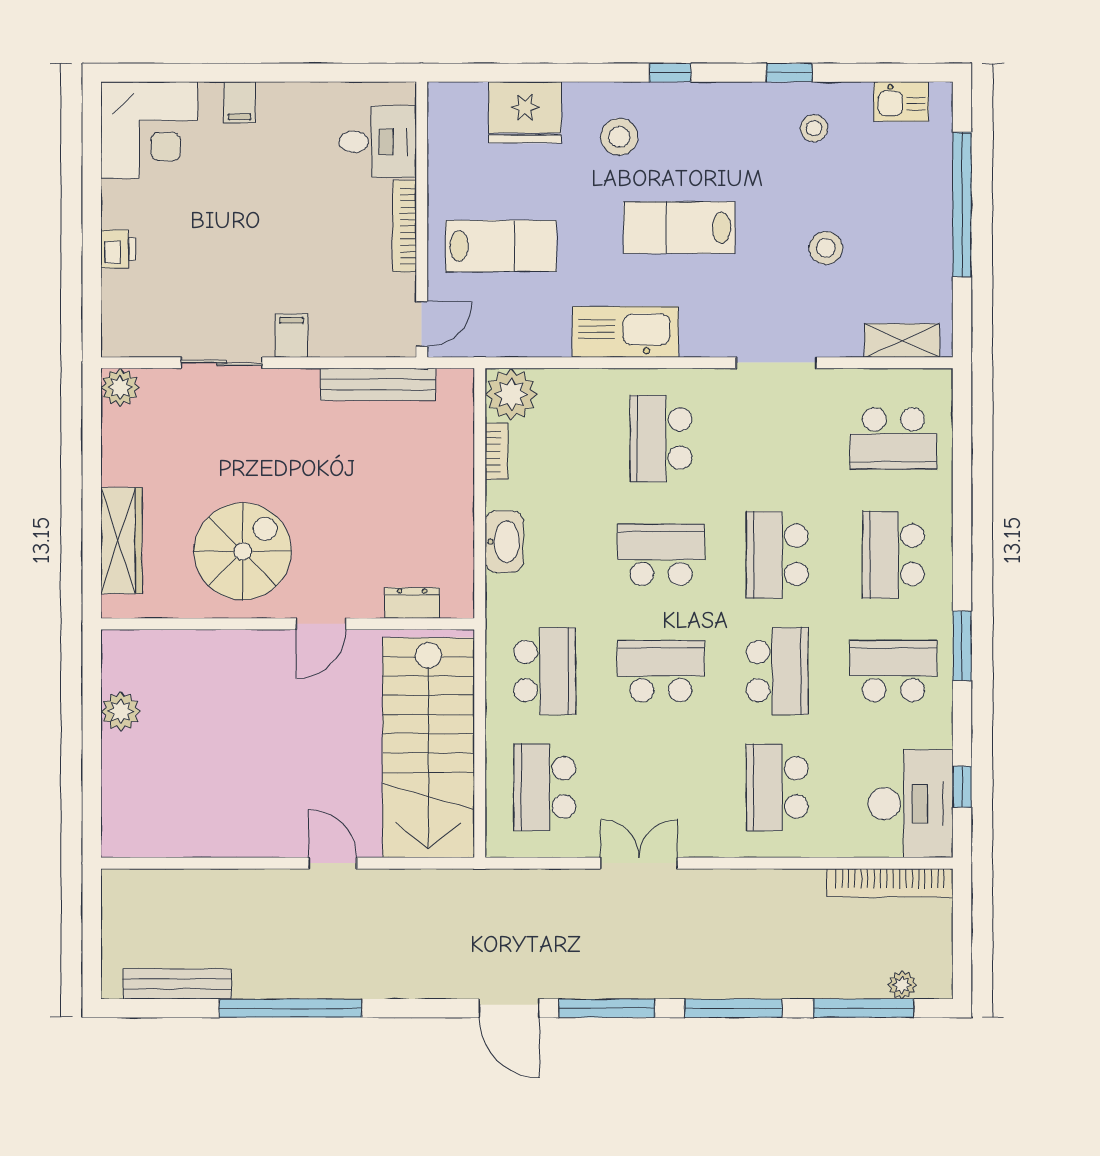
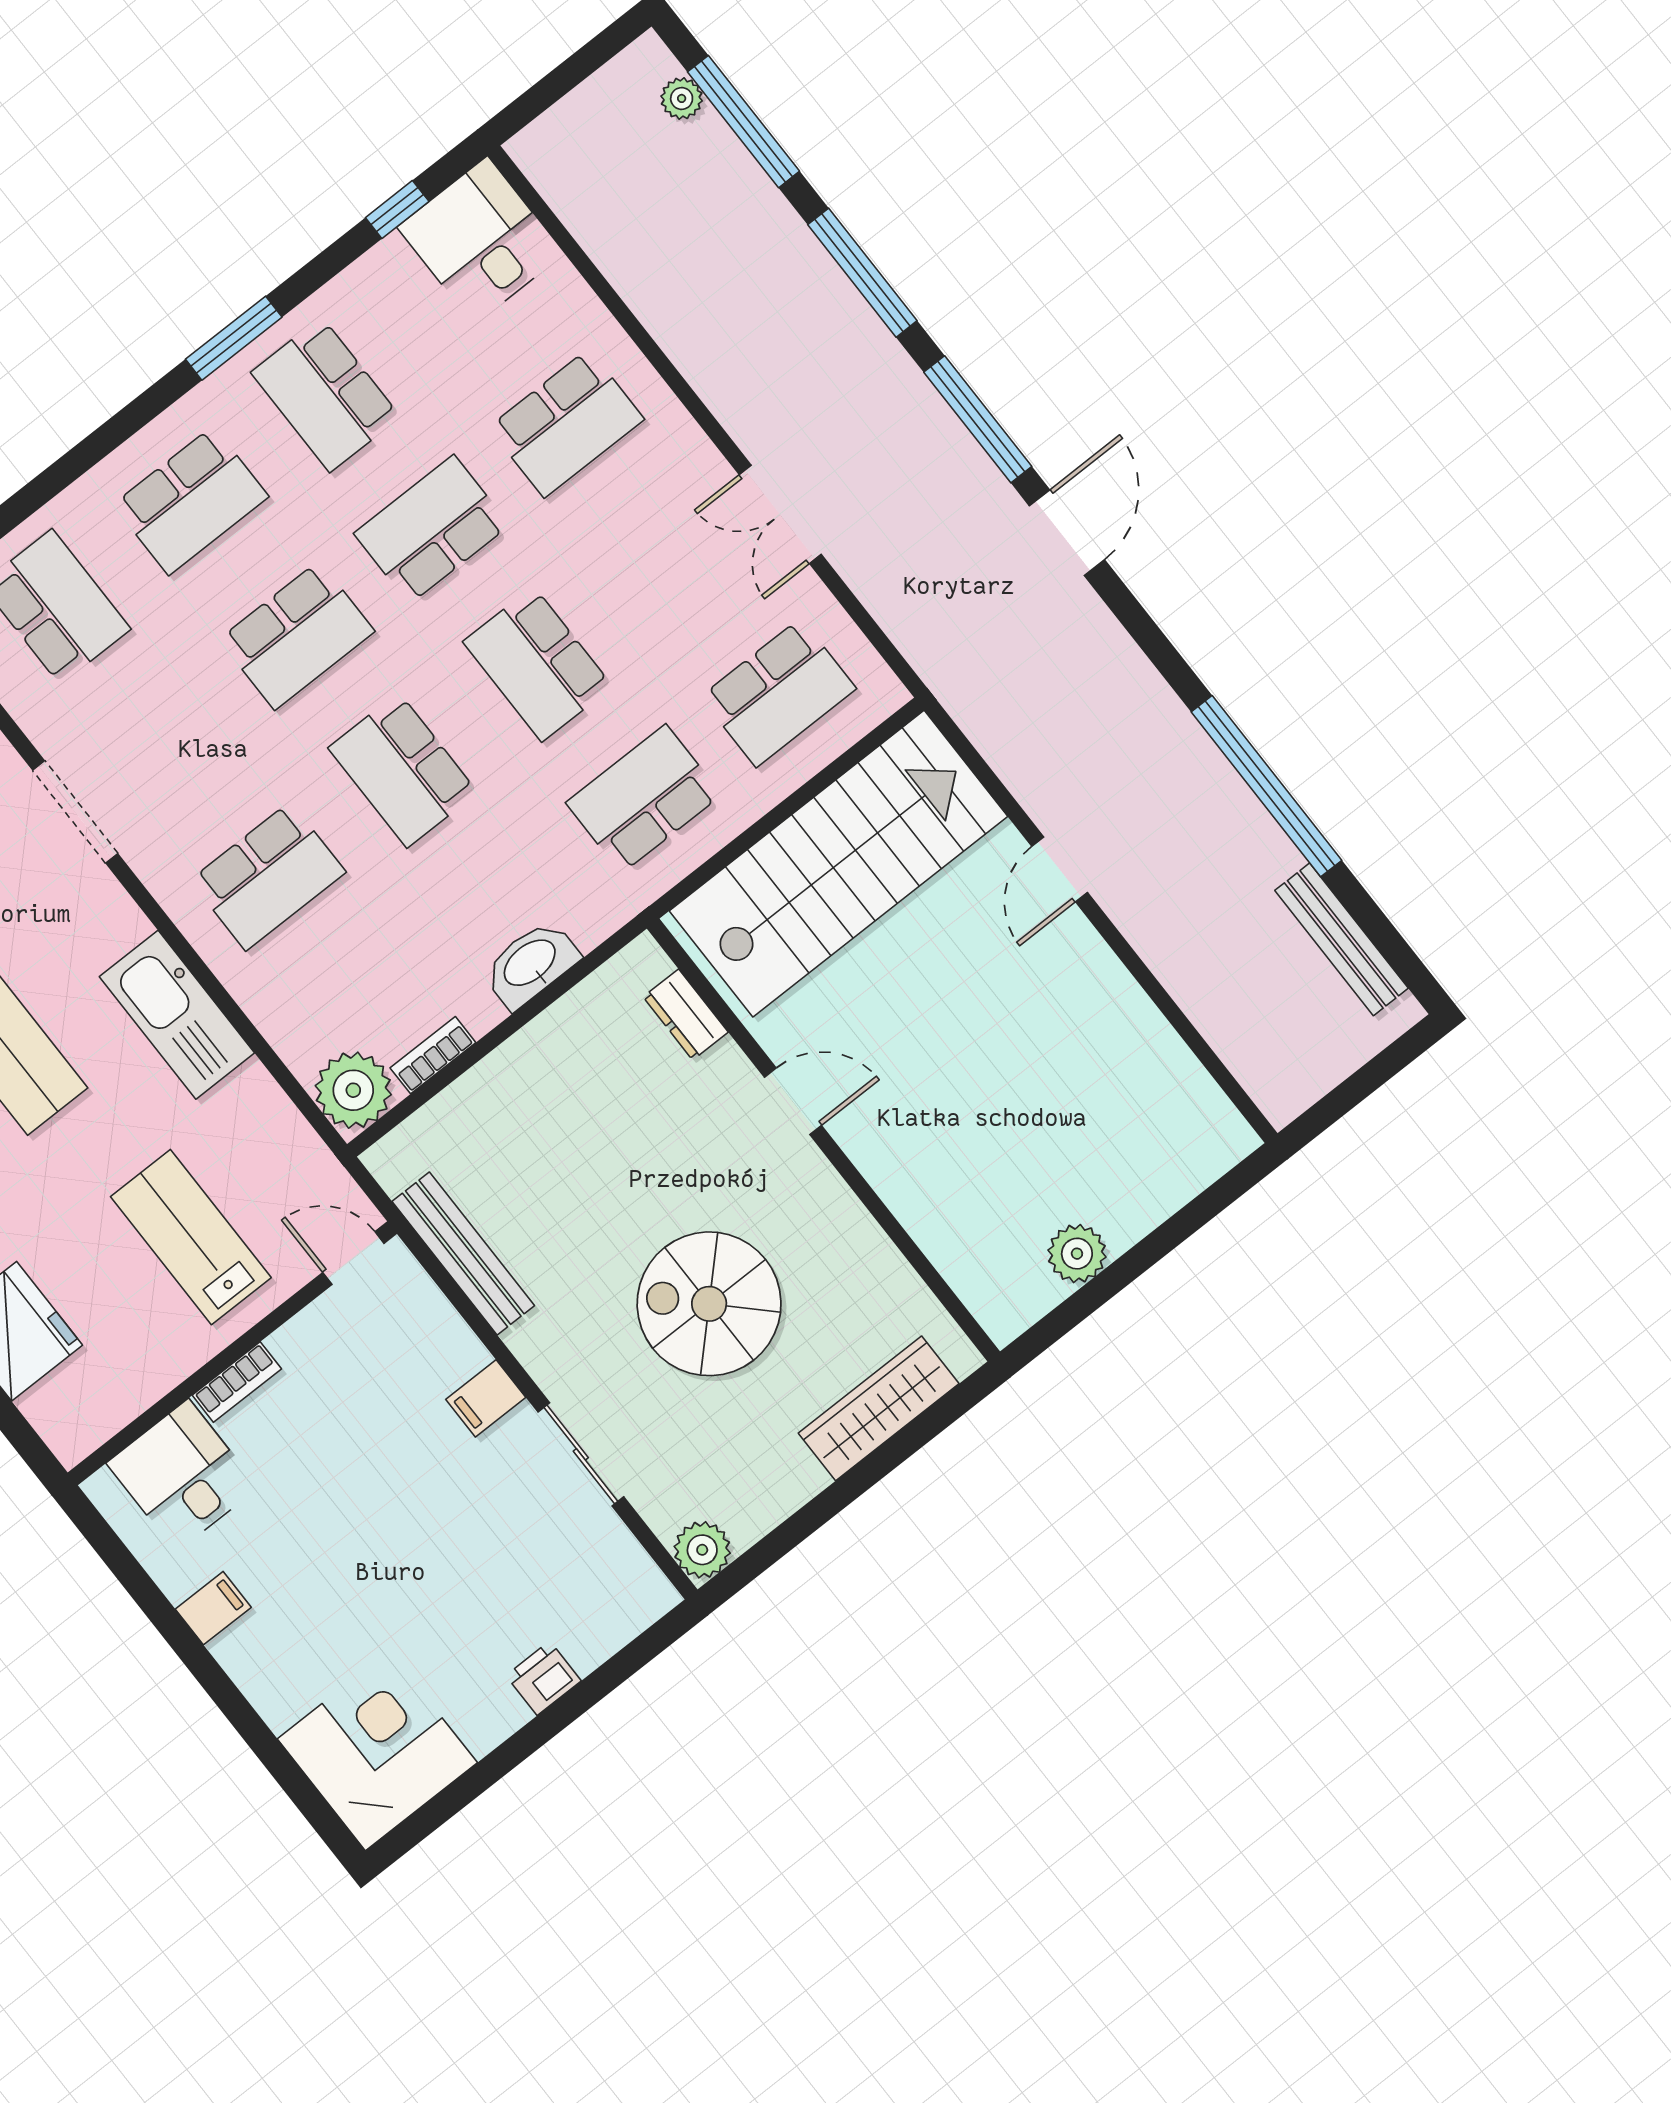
filing cabinet: (240, 102) -> (213, 1608), moved
bookcase: (405, 226) -> (237, 1382), width x0.64
spiral stairs: (243, 551) -> (709, 1304), moved
desk: (911, 804) -> (481, 240), width x0.73
bookcase: (890, 883) -> (574, 206), removed

